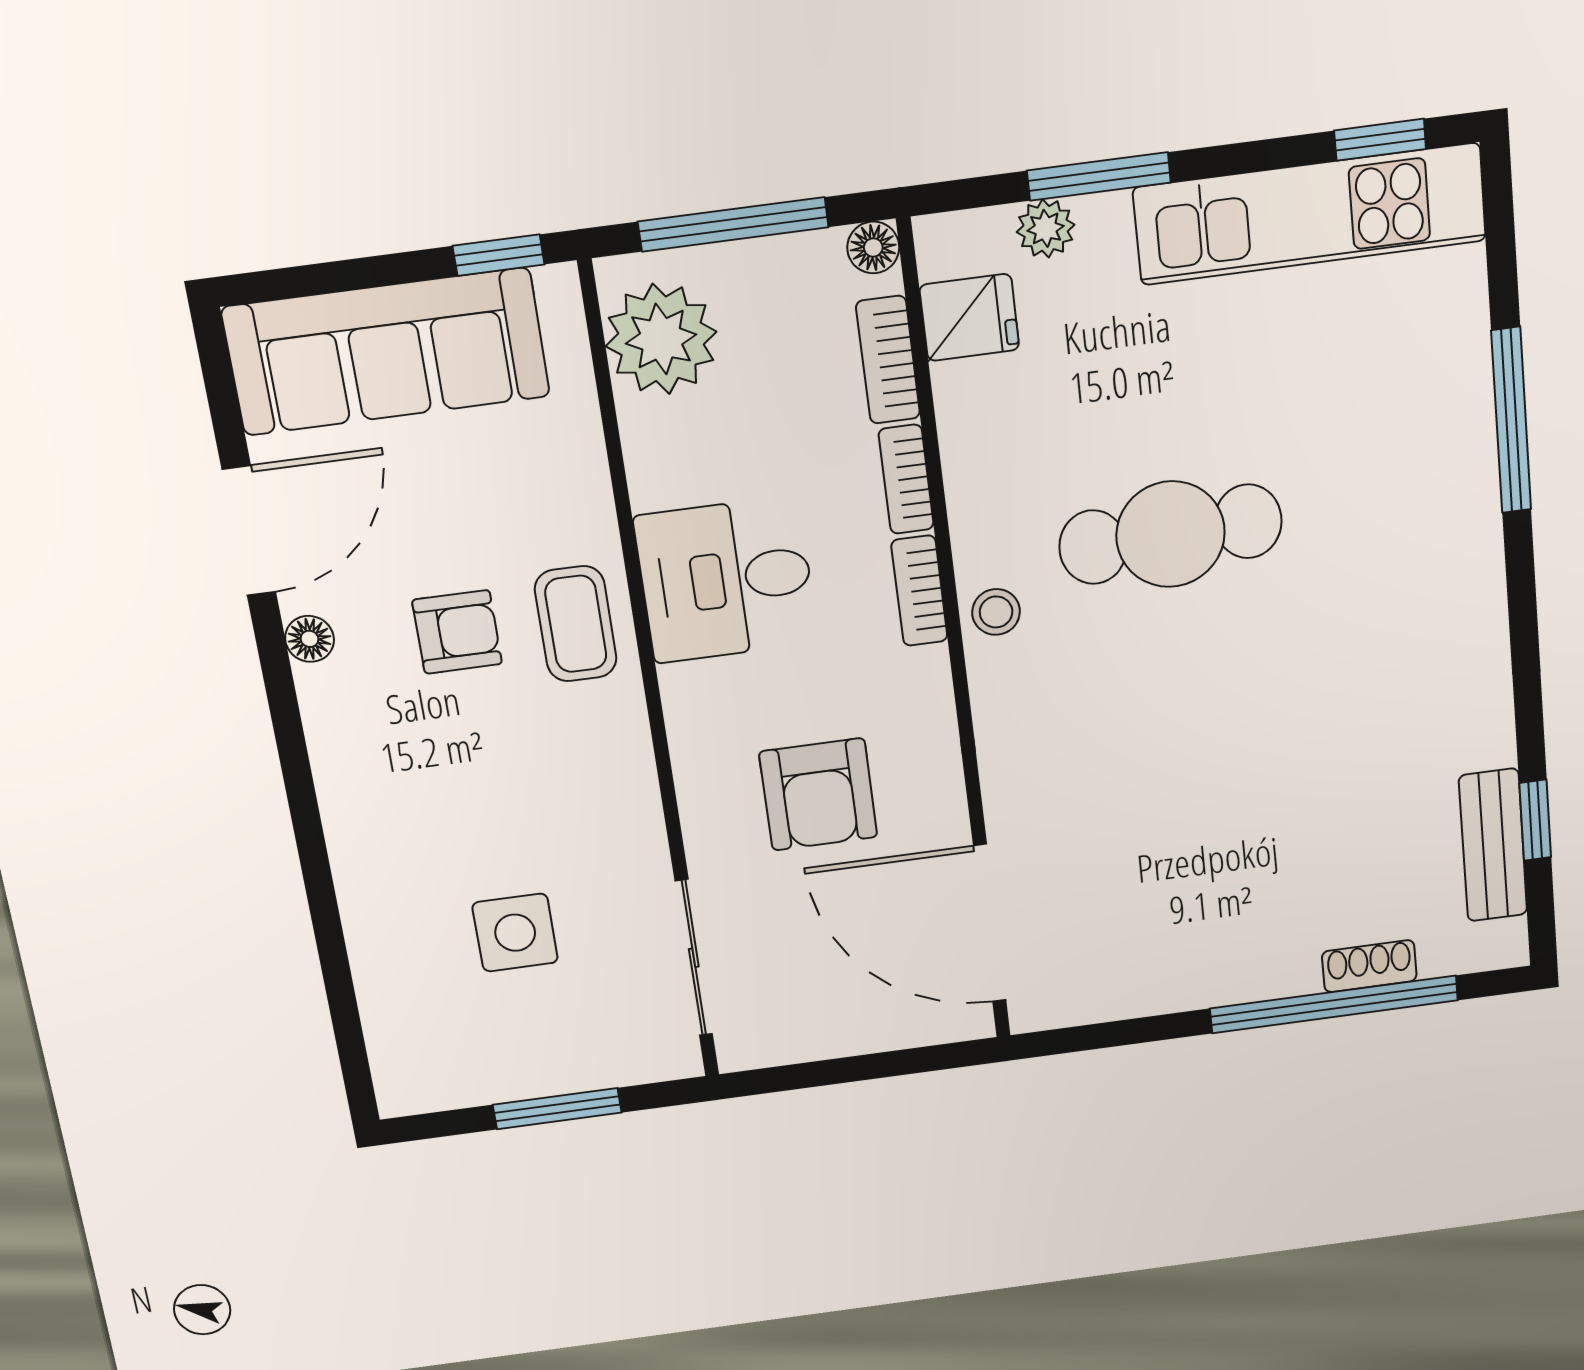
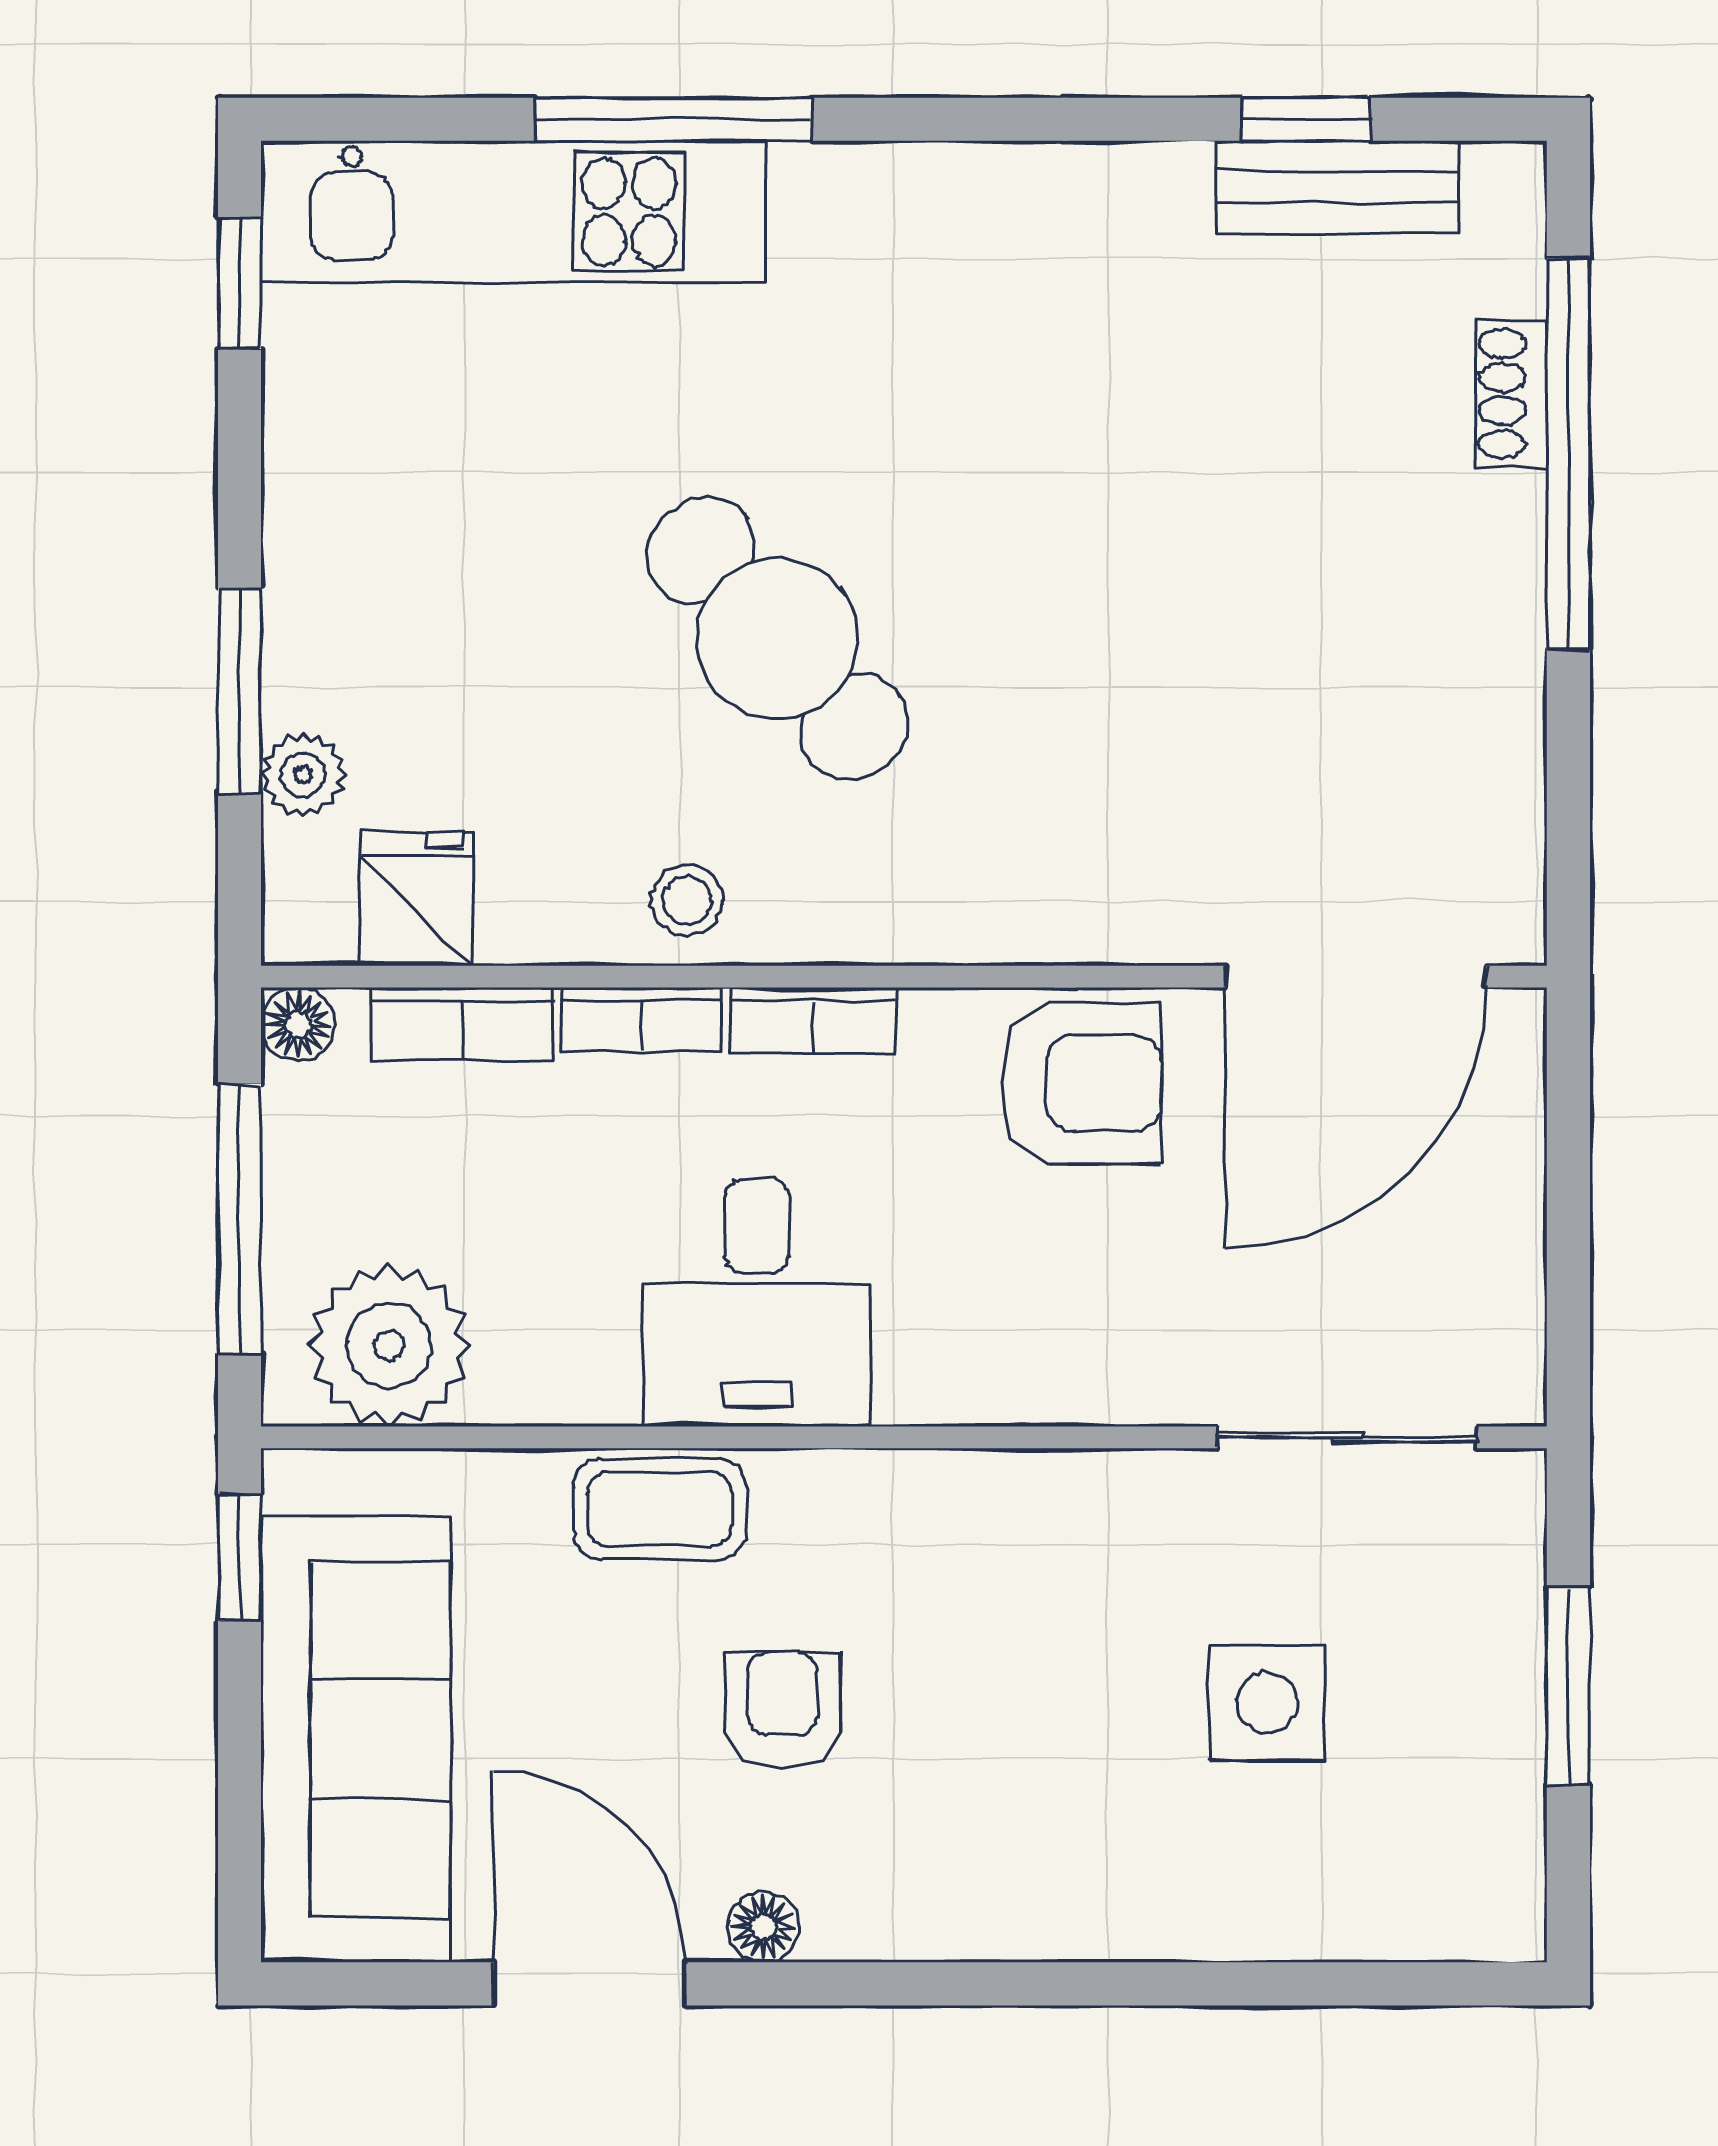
kitchen unit: (1310, 214) -> (513, 212), moved, turned 90
cafe table: (1171, 534) -> (777, 639), turned -39
stool: (996, 612) -> (687, 900), moved
coffee table: (576, 624) -> (660, 1509), moved
armchair: (818, 794) -> (1081, 1083), moved

